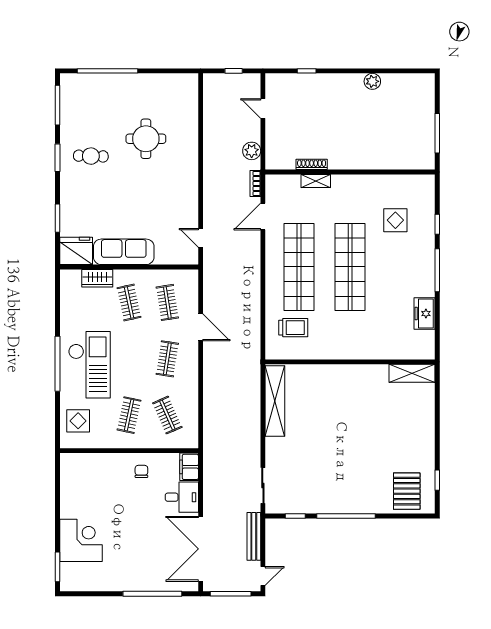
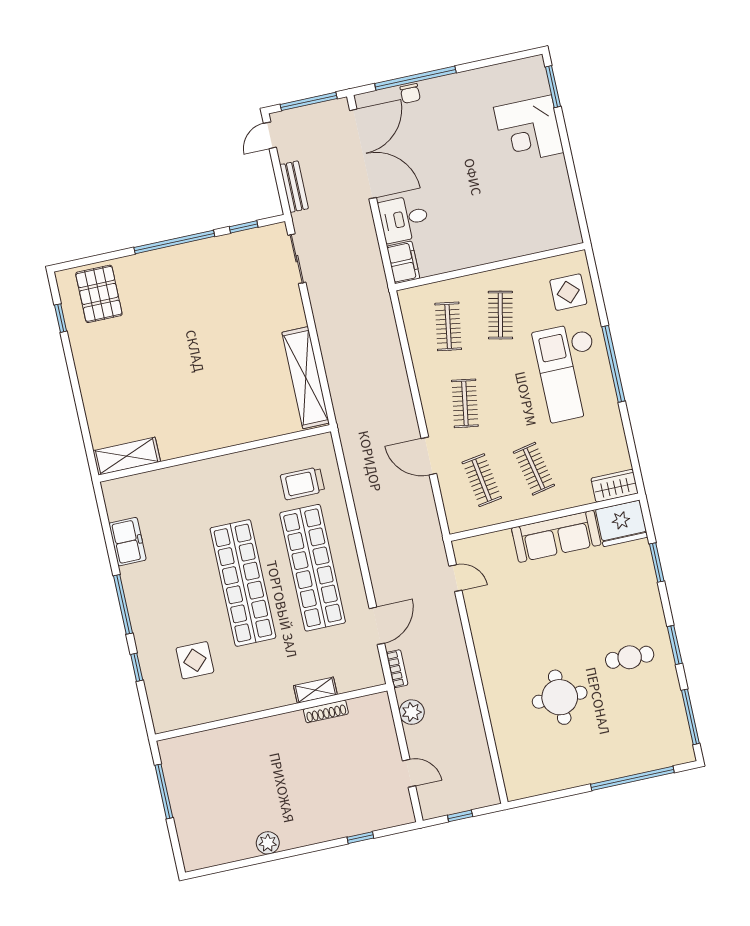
wardrobe: (97, 278) -> (615, 486), moved
clothes rail: (167, 415) -> (448, 326), turned 33
chair: (141, 471) -> (410, 93), moved
bench: (254, 536) -> (294, 187), width x0.73

